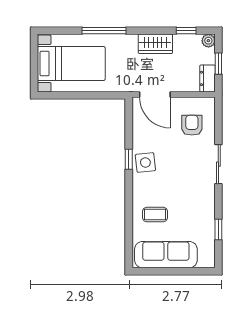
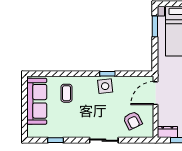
window: (65, 95) -> (155, 26), added
armchair: (192, 125) -> (133, 121), turned 64

